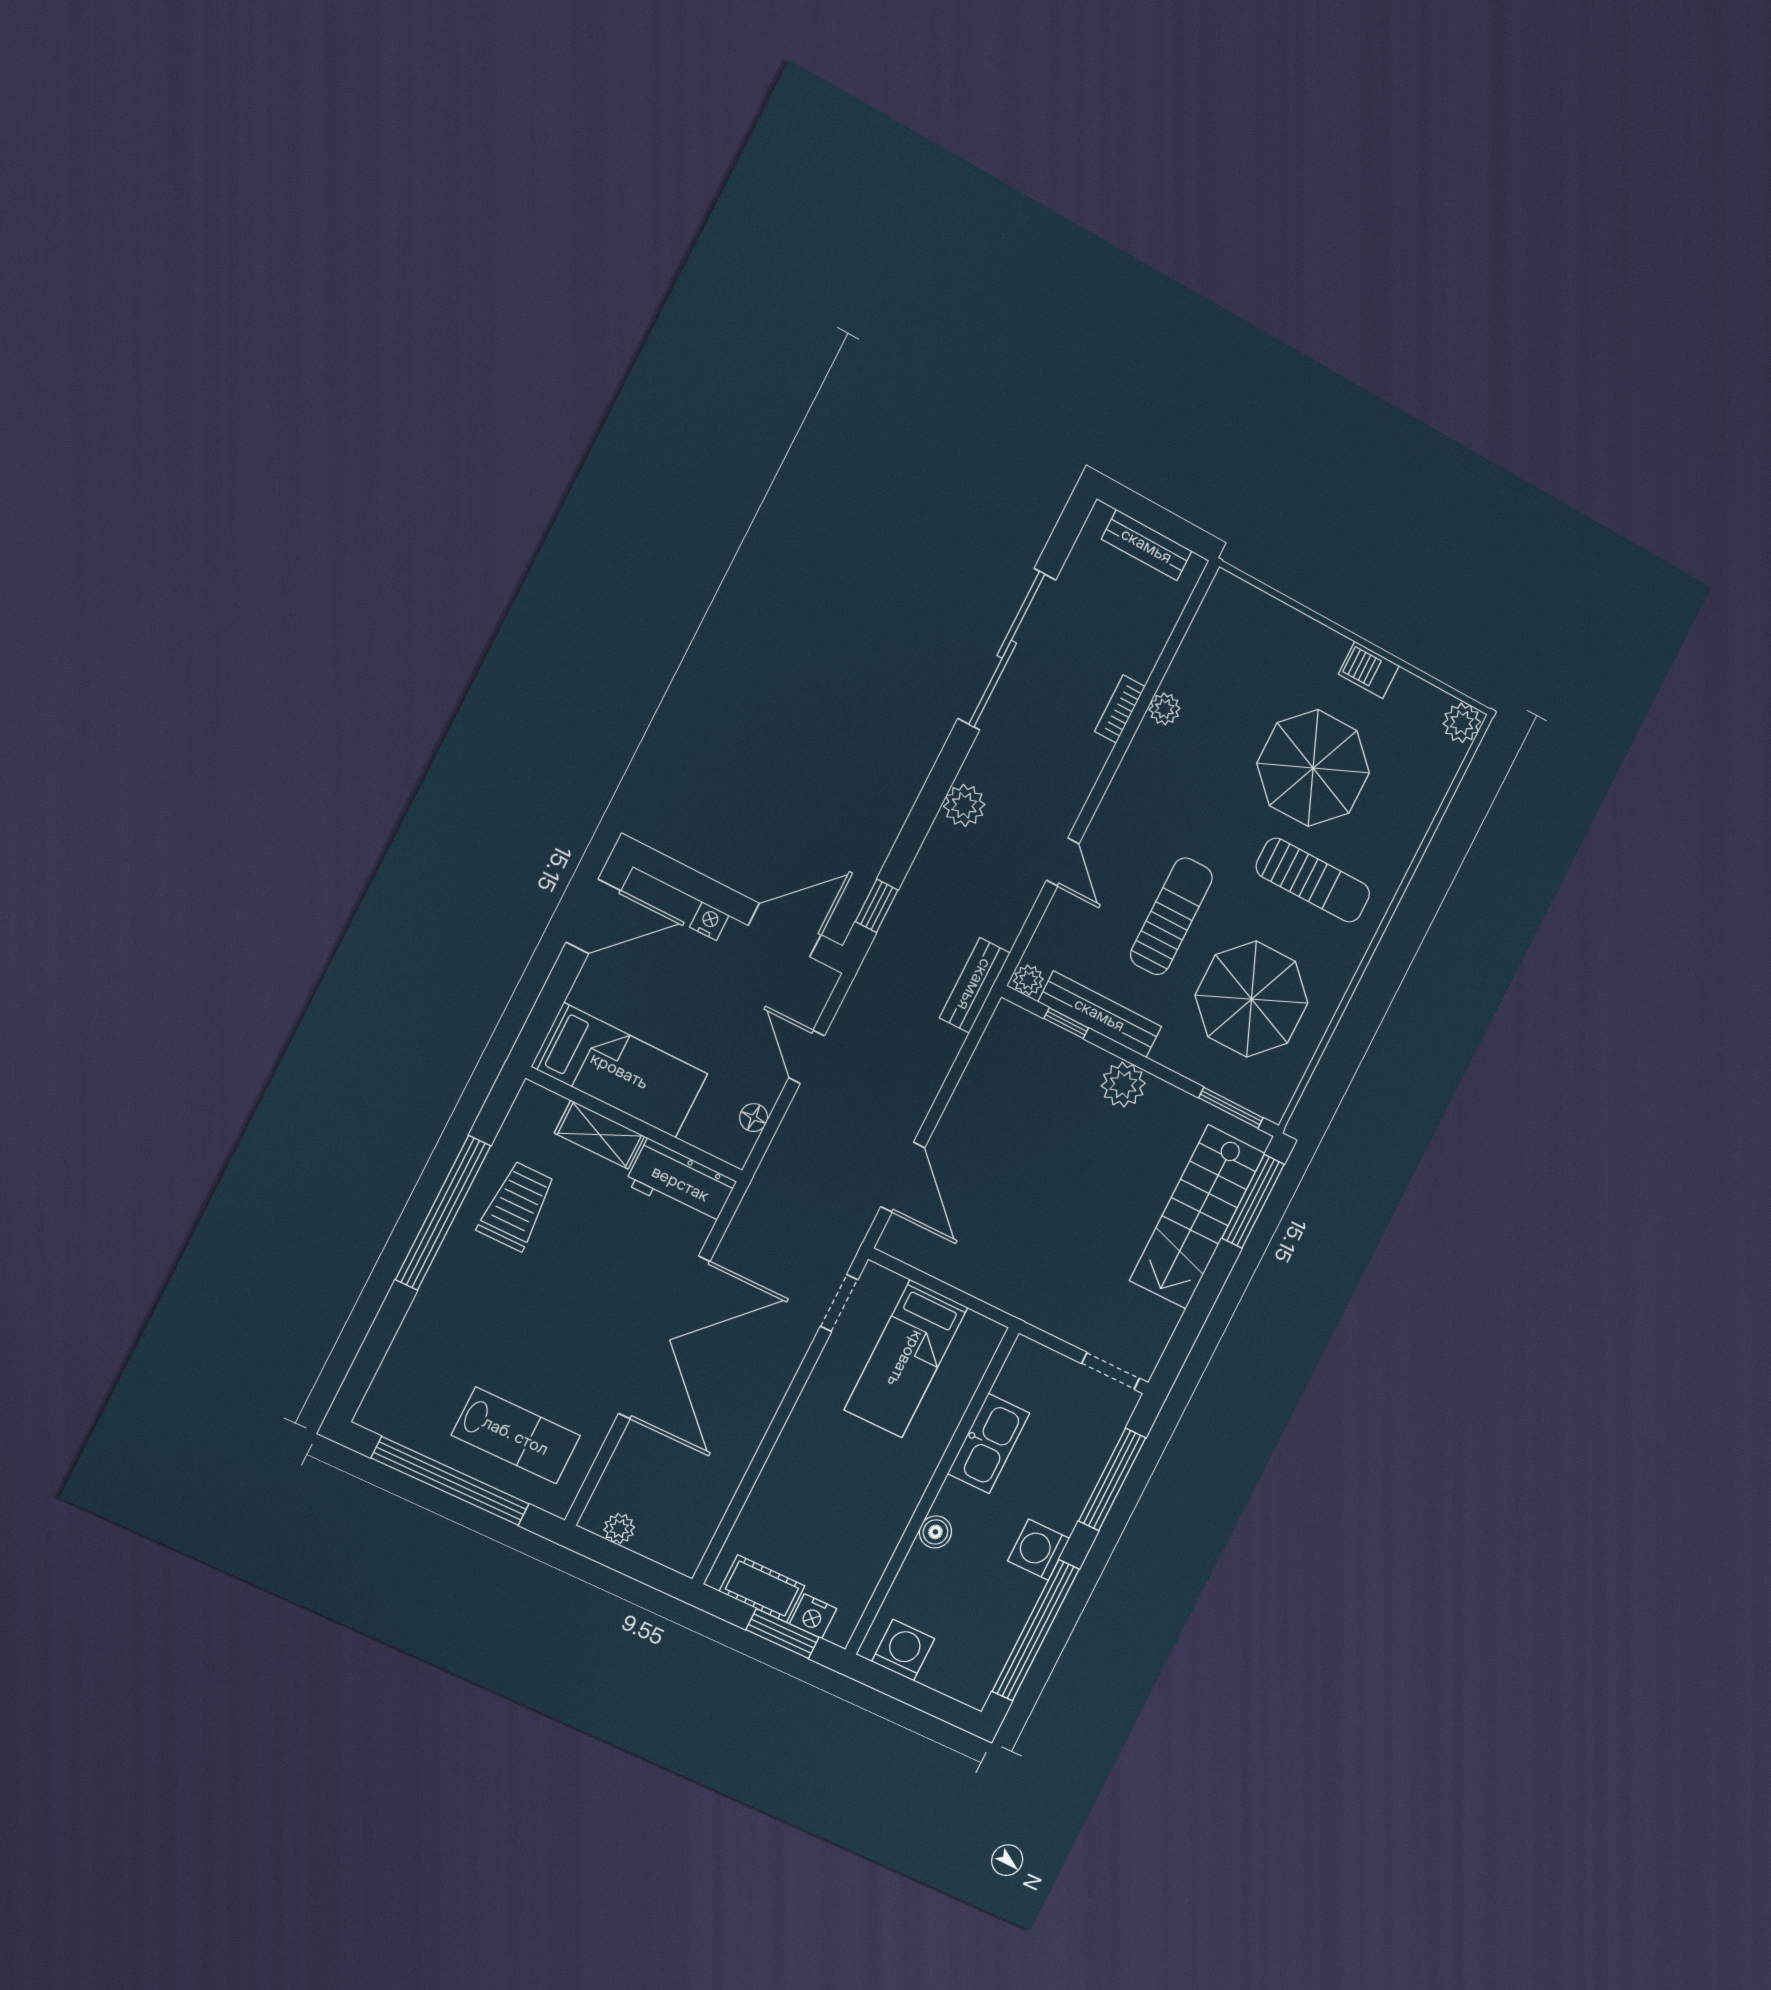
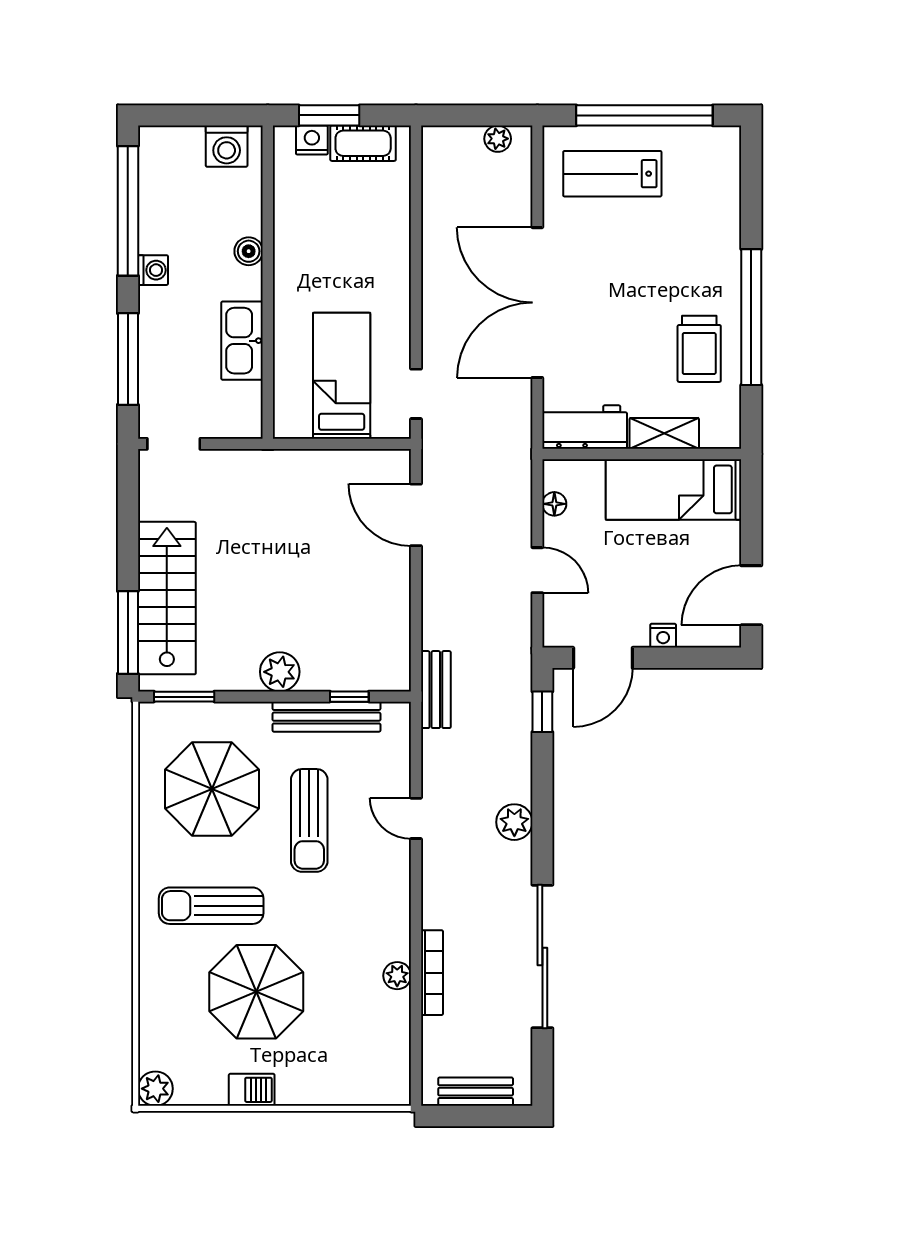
bookcase: (1120, 709) -> (432, 973), width x1.56
plant: (1028, 980) -> (396, 715), removed
washing machine: (1039, 1550) -> (153, 270), width x0.73, depth x0.73

